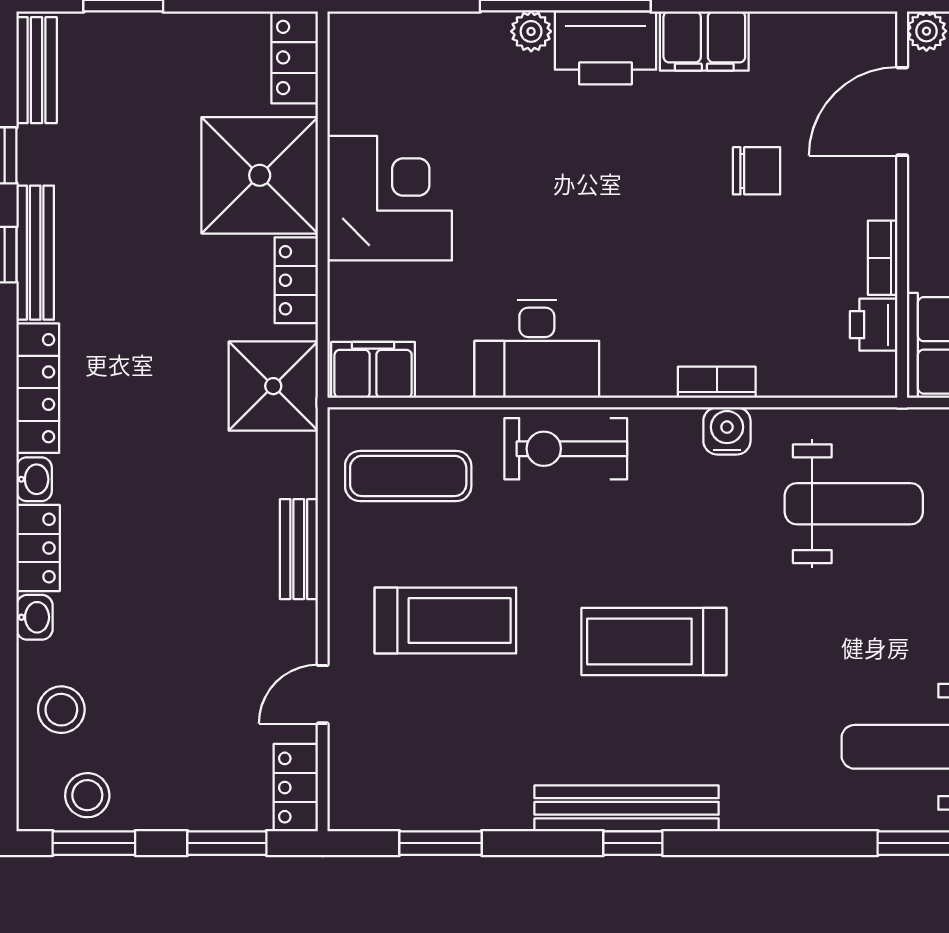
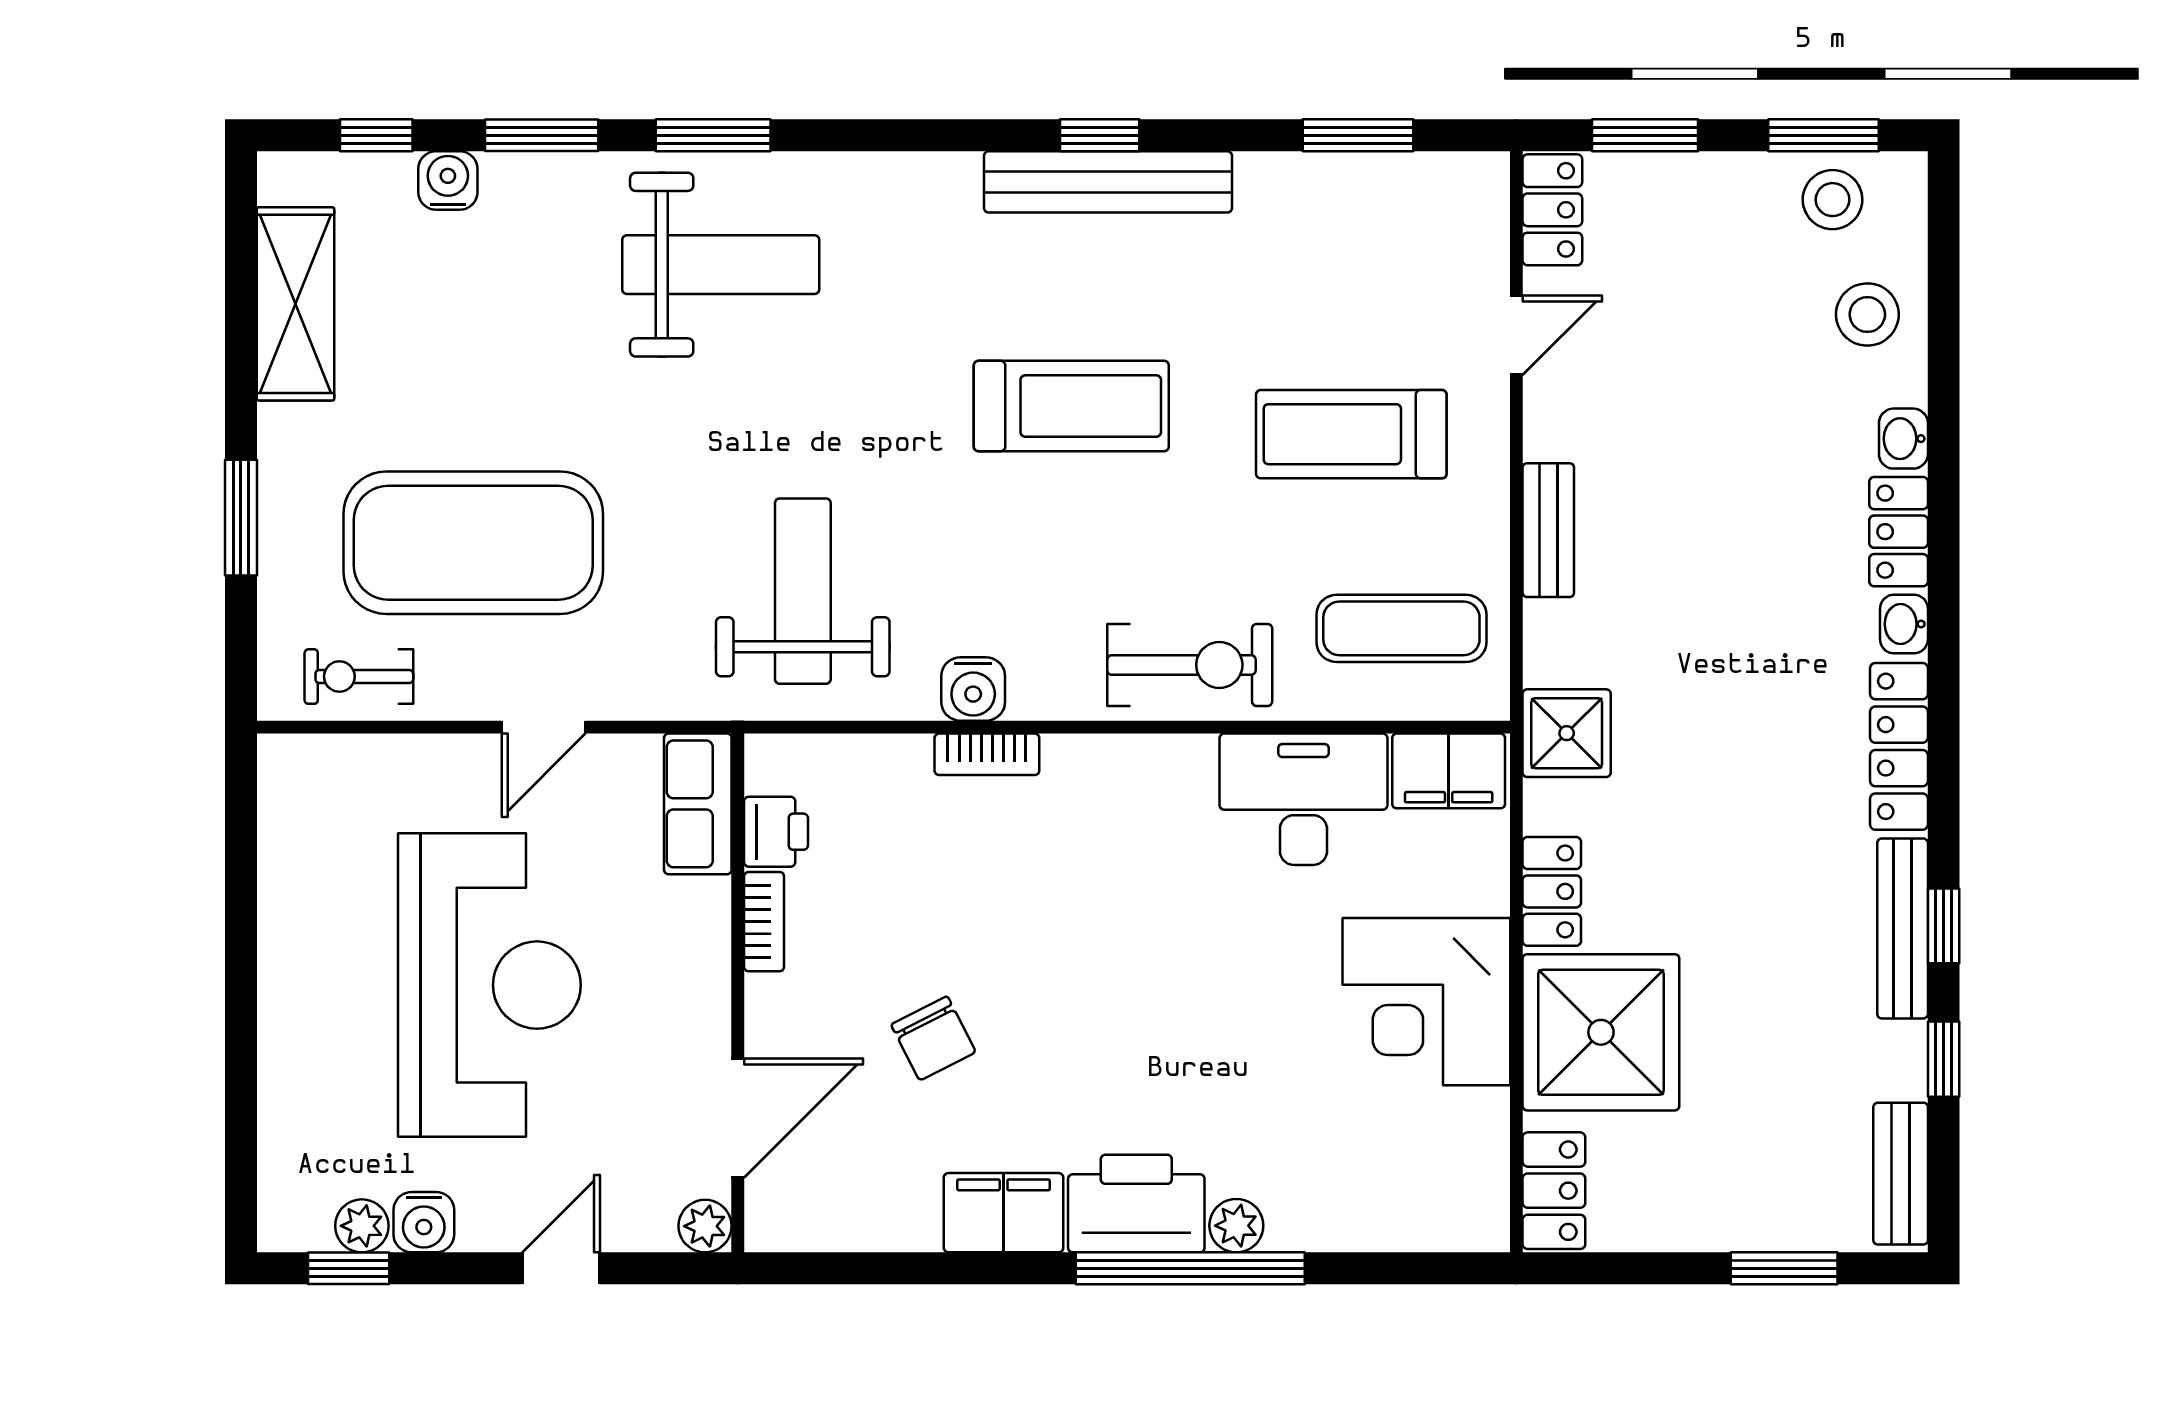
chair: (757, 171) -> (933, 1038), turned -117
desk: (537, 349) -> (1303, 799), moved
shower: (273, 386) -> (1567, 733), width x0.73, depth x0.73
weight bench: (854, 504) -> (803, 591), turned 90

